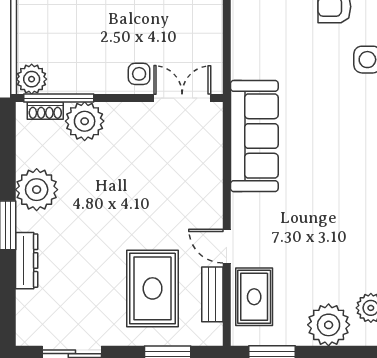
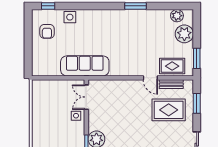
sofa: (254, 136) -> (85, 66), moved
door: (227, 246) -> (150, 78), hinge flipped

